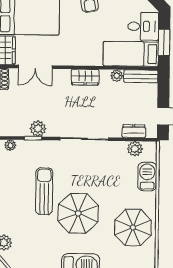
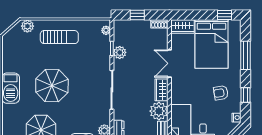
double door: (35, 67) -> (169, 63), moved
plant: (117, 76) -> (159, 111), width x1.88, depth x1.88
sun lounger: (44, 191) -> (59, 37), moved

